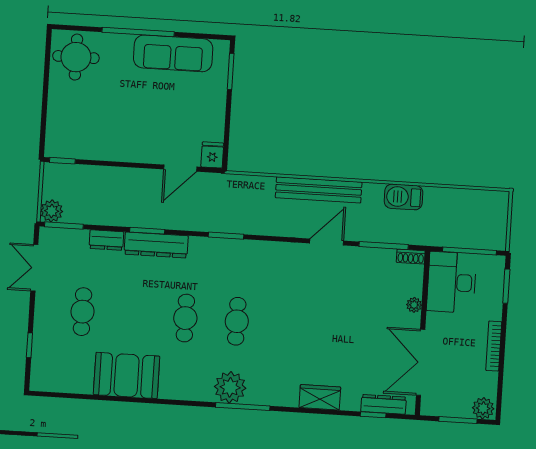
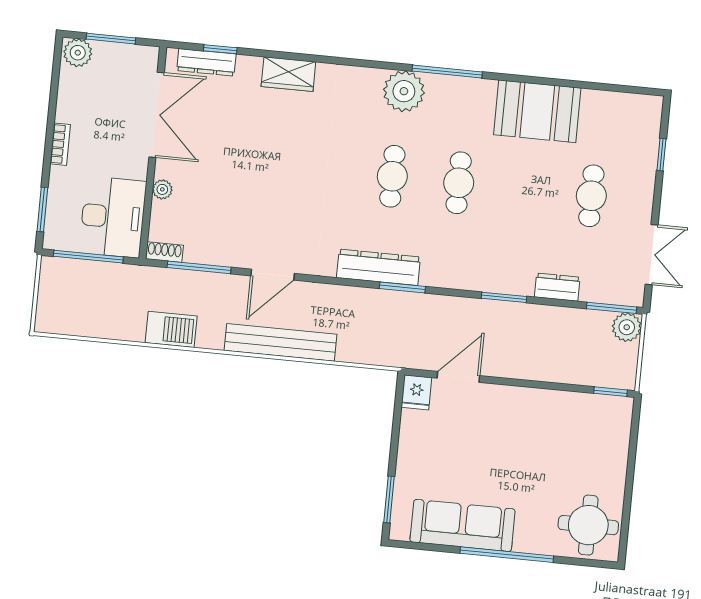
dresser: (156, 245) -> (378, 267), moved
bookcase: (494, 346) -> (60, 144), width x0.64
window: (243, 407) -> (447, 71), moved

